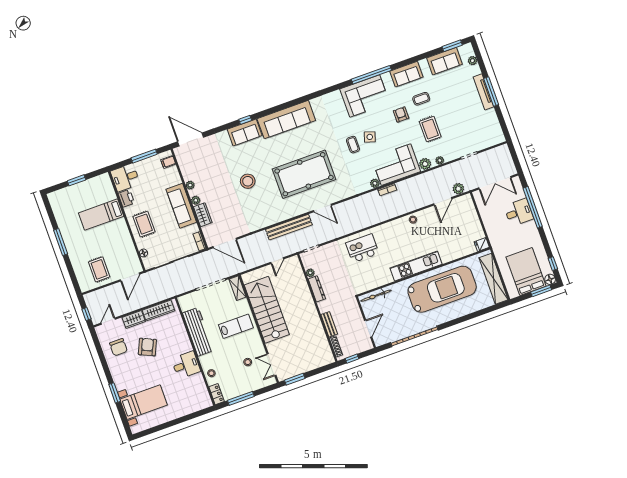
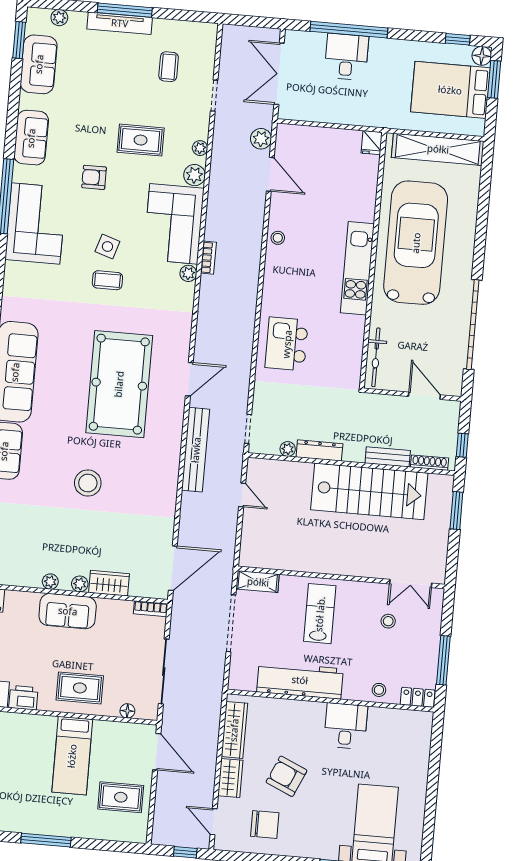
coffee table: (421, 99) -> (169, 67), moved
double door: (495, 183) -> (279, 74), swing flipped
sofa: (181, 206) -> (68, 611), width x0.73
bed: (101, 215) -> (72, 756), moved
stairs: (267, 310) -> (369, 491), moved, turned 180
window: (295, 379) -> (456, 510), moved

